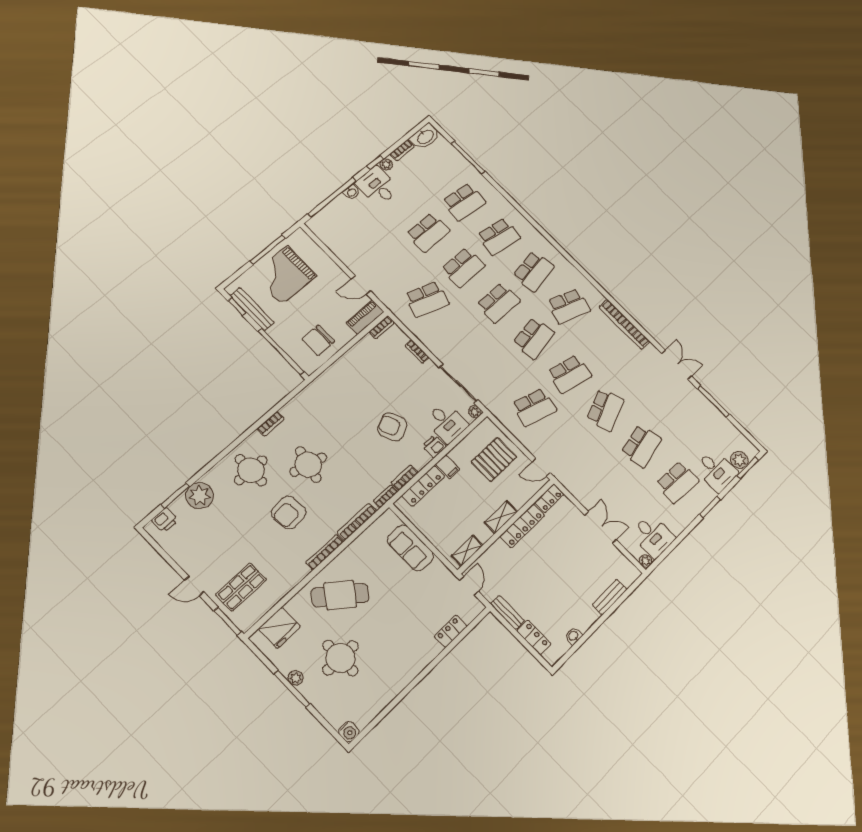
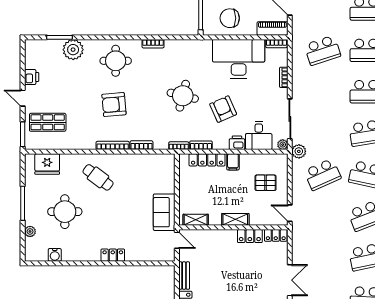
school desk: (427, 299) -> (322, 50), turned -36
desk: (362, 370) -> (239, 59), added
plant: (494, 405) -> (299, 151), added
school desk: (534, 407) -> (322, 174), turned -39
pallet: (494, 459) -> (266, 183), width x0.67, depth x0.71
round table: (308, 465) -> (183, 96), moved
printer: (165, 520) -> (32, 77), moved, turned -90
bookcase: (357, 522) -> (141, 145), width x0.64
locker: (522, 526) -> (250, 236), width x0.66
sofa: (410, 548) -> (164, 212), moved
door: (469, 586) -> (177, 240), hinge flipped
cafe table: (340, 595) -> (98, 177), width x0.73, depth x0.74
locker: (451, 631) -> (113, 255), moved
plant: (296, 678) -> (30, 231), moved
water cooler: (349, 732) -> (55, 255), moved

